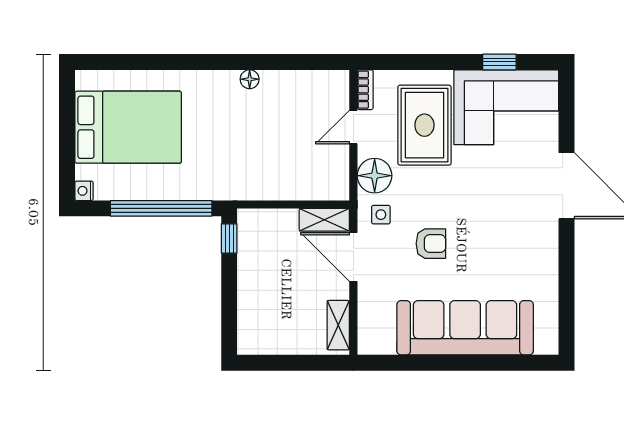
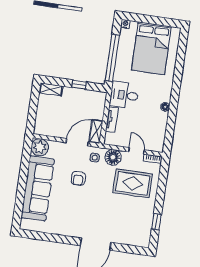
corner sofa: (506, 107) -> (135, 222), removed
desk: (237, 171) -> (124, 95), added
tv unit: (294, 190) -> (112, 120), added
window: (229, 238) -> (79, 85), moved
shelving: (338, 325) -> (51, 89), moved
plant: (376, 336) -> (40, 147), added

